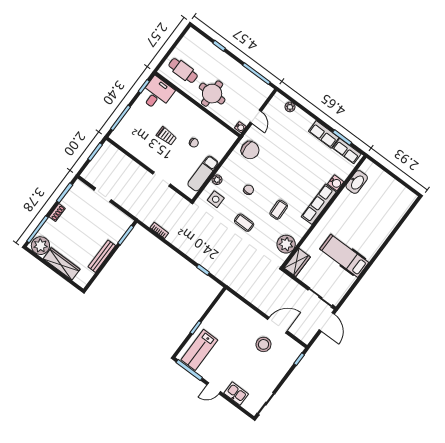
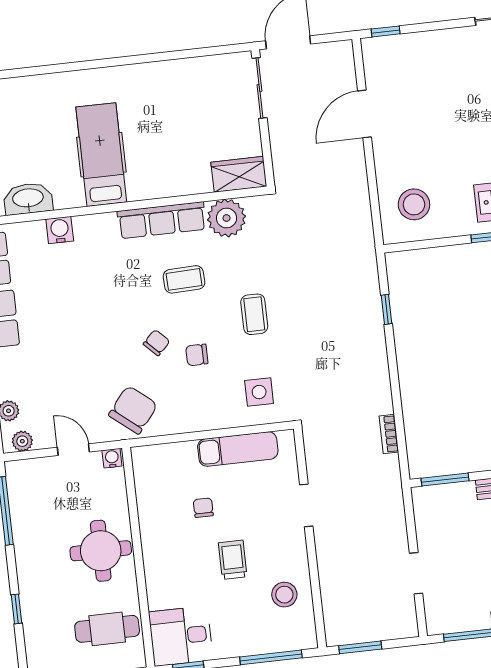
cafe table: (183, 71) -> (107, 629), turned 90
door: (256, 117) -> (73, 450), hinge flipped
stool: (138, 143) -> (284, 595), added
chair: (250, 150) -> (133, 410), turned 39
plant: (217, 180) -> (22, 441), moved
chair: (266, 180) -> (157, 343), added
row of seats: (319, 204) -> (162, 220), moved
hospital bed: (344, 256) -> (101, 155), moved, turned 180
door: (277, 325) -> (365, 114), hinge flipped
stool: (263, 344) -> (414, 204), moved

